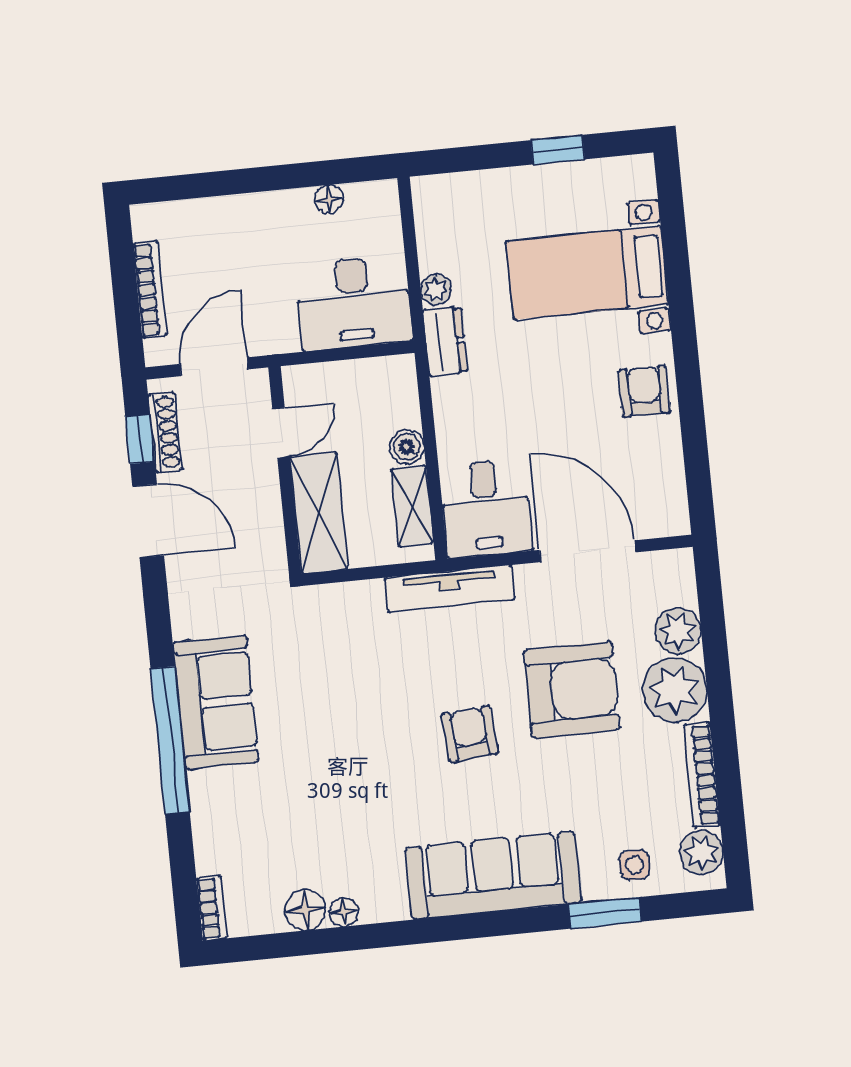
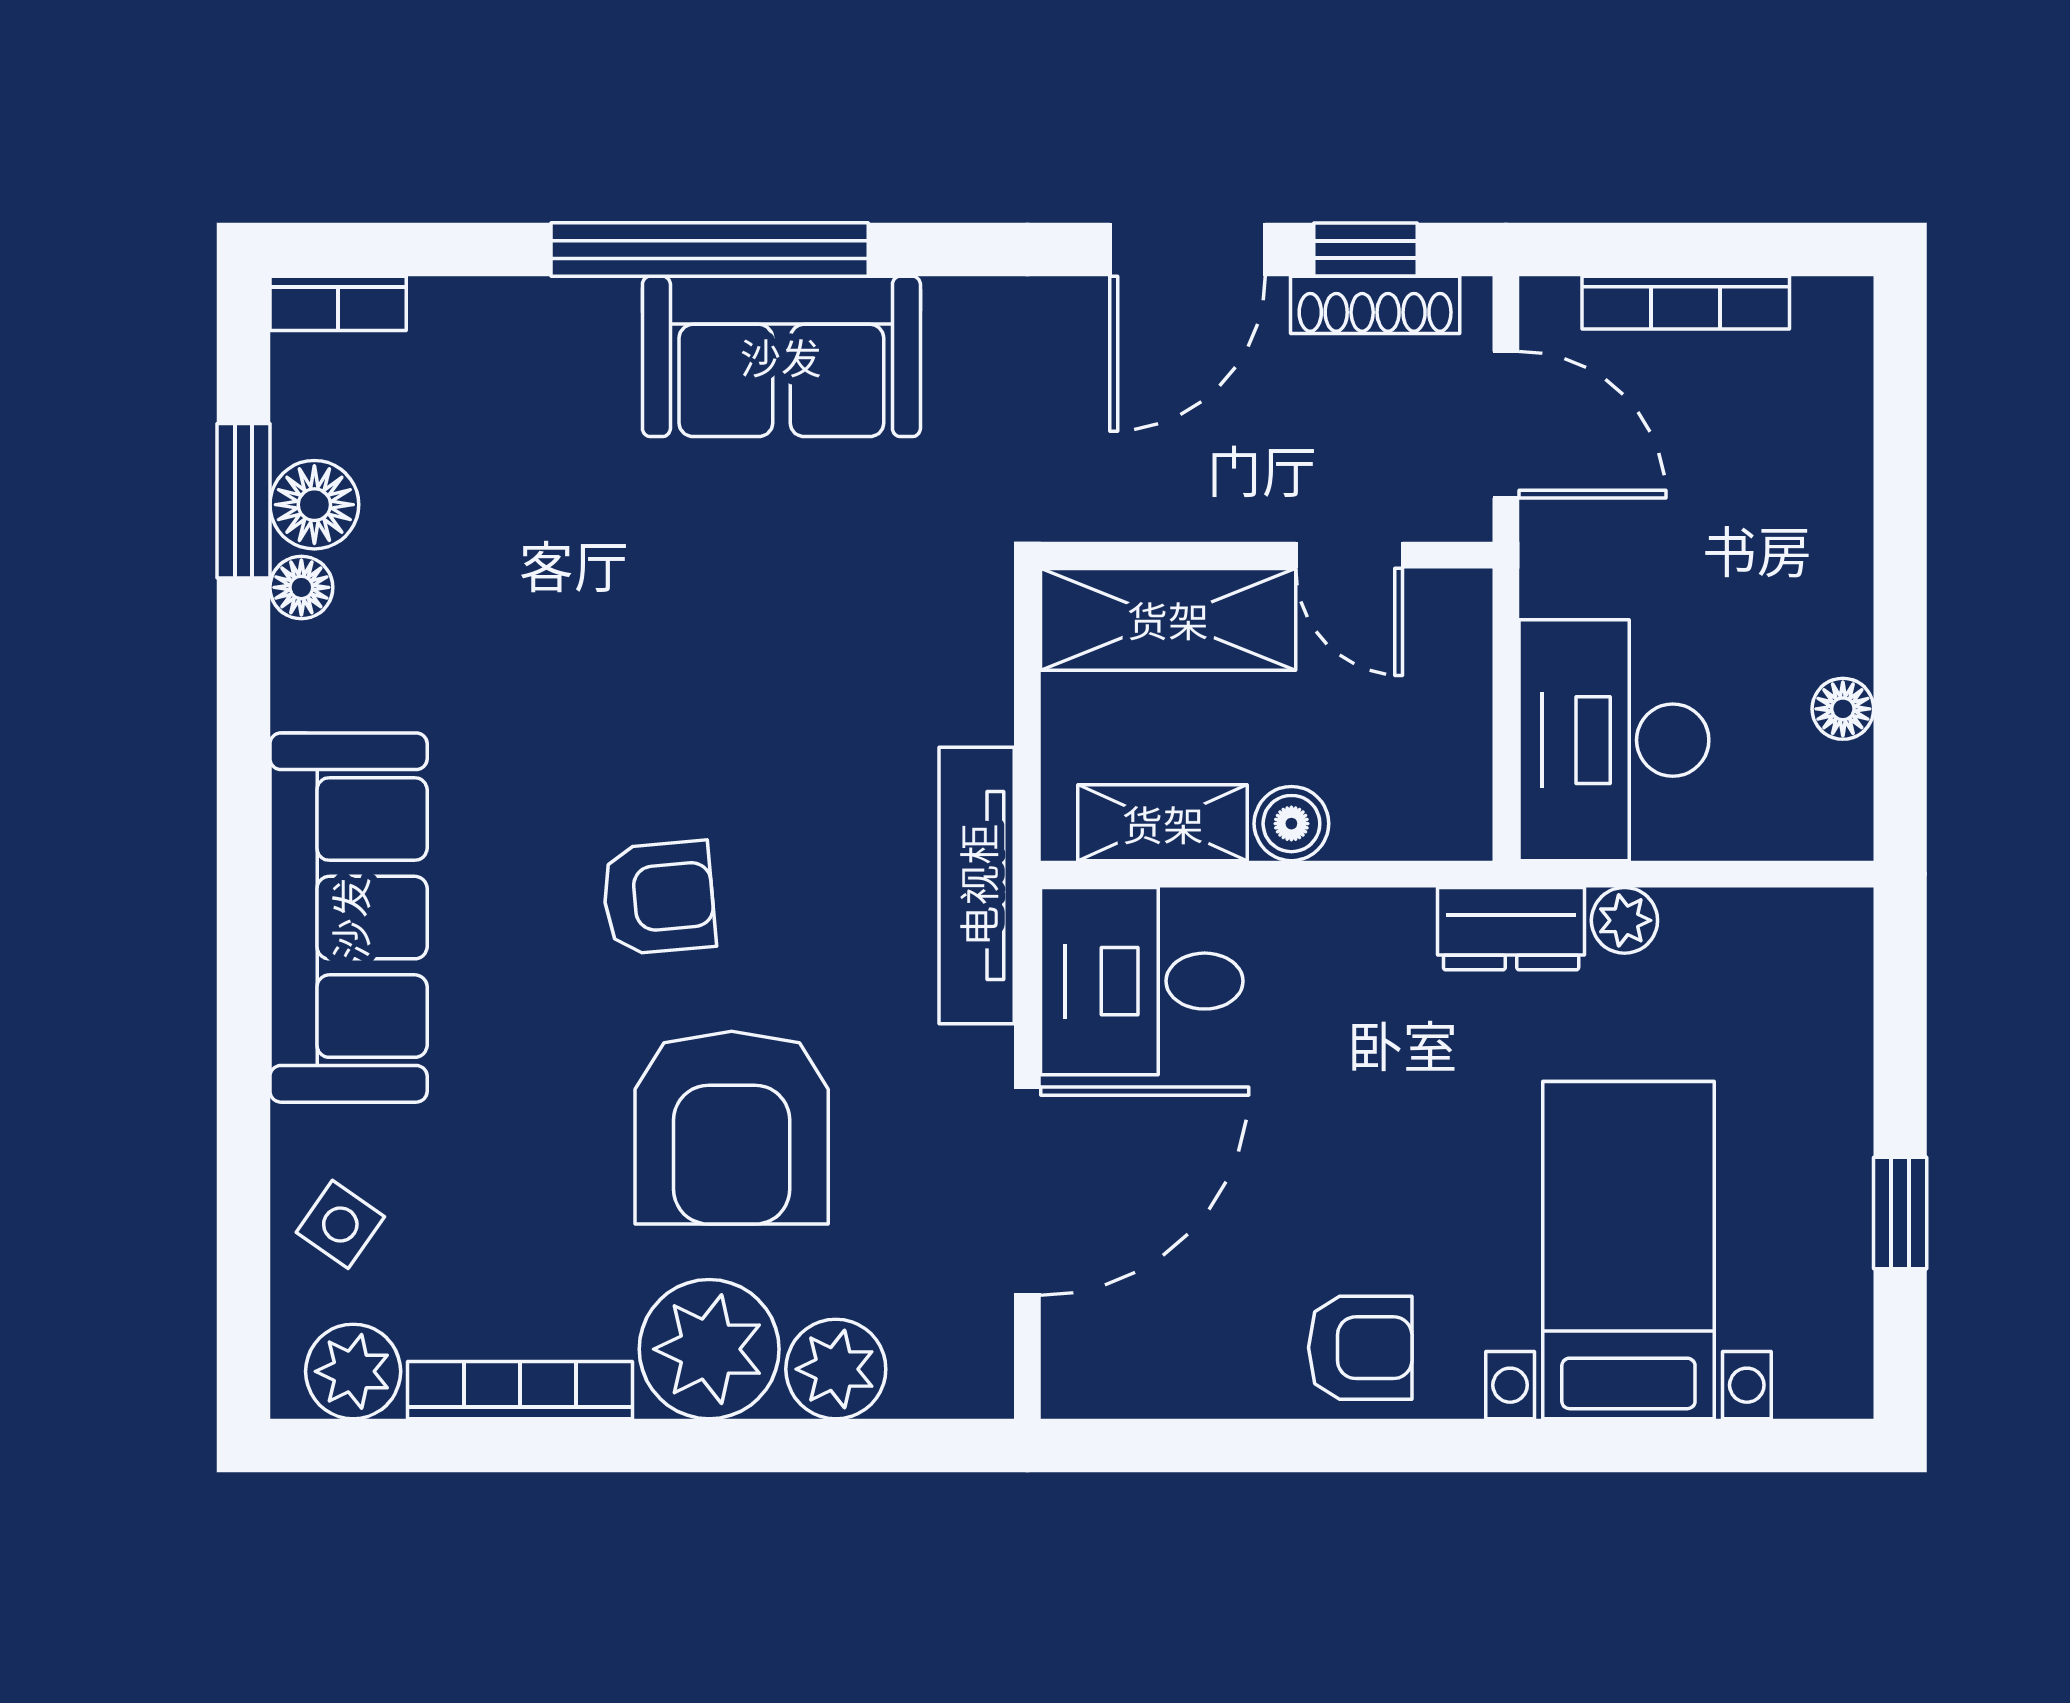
side table: (634, 865) -> (340, 1224), turned 35
window: (605, 913) -> (243, 501), moved

